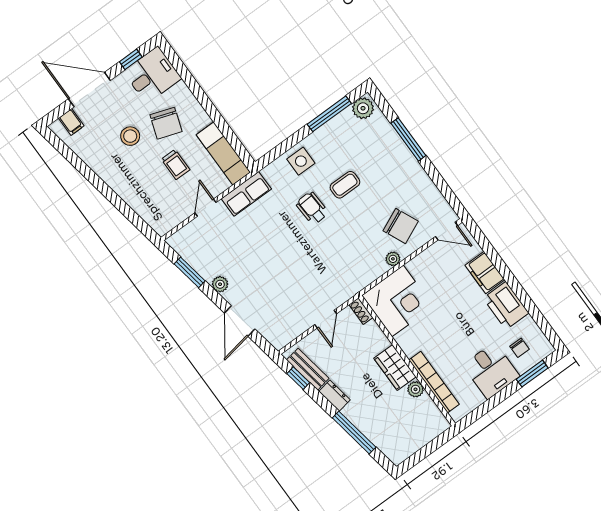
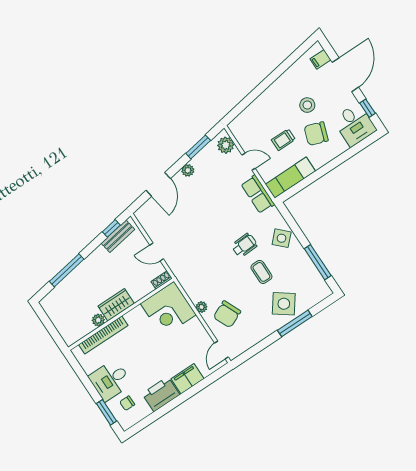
plant: (363, 108) -> (226, 145), moved
side table: (384, 154) -> (284, 304), added
side table: (301, 161) -> (282, 238), turned 45
door: (240, 321) -> (158, 184), swing flipped
dresser: (335, 396) -> (96, 256), removed

